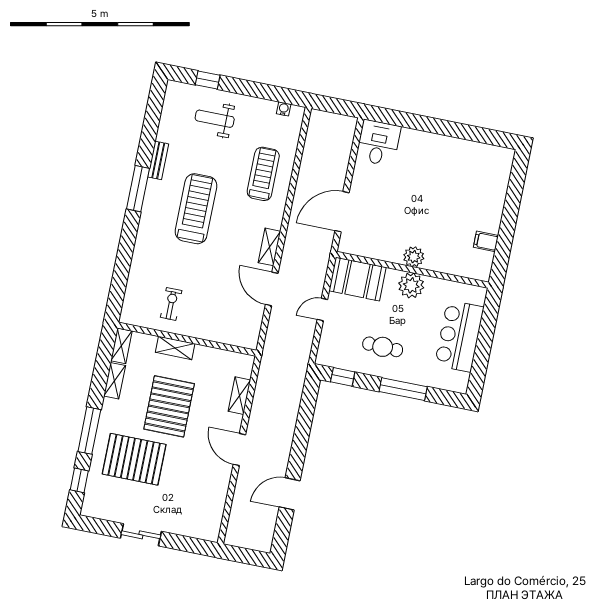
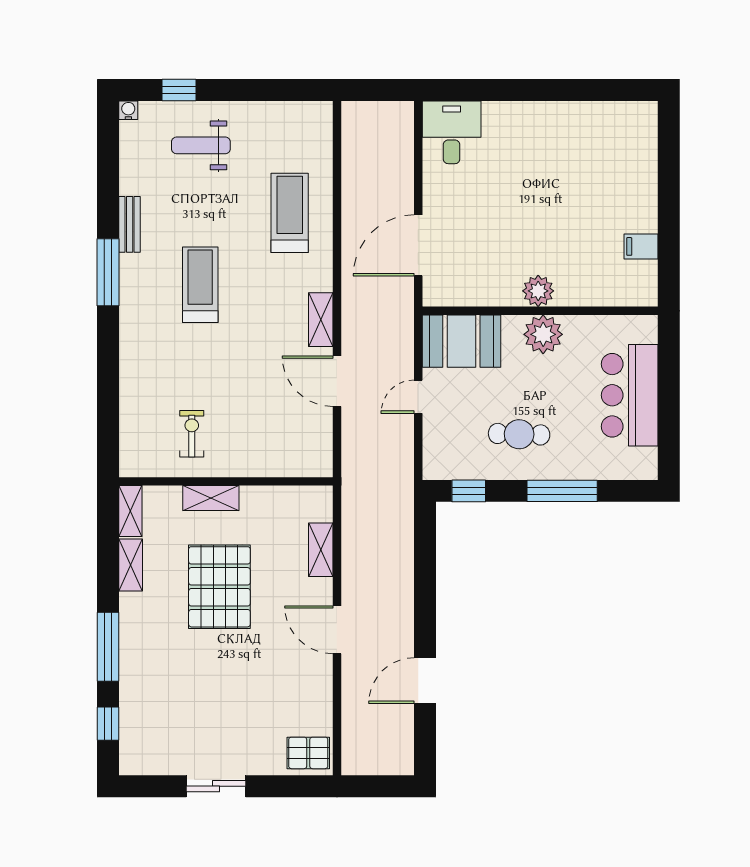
water cooler: (284, 109) -> (128, 110), moved
treadmill: (196, 209) -> (200, 285), width x0.73, depth x0.73
pallet: (134, 459) -> (308, 753), moved, width x0.49, depth x0.50

